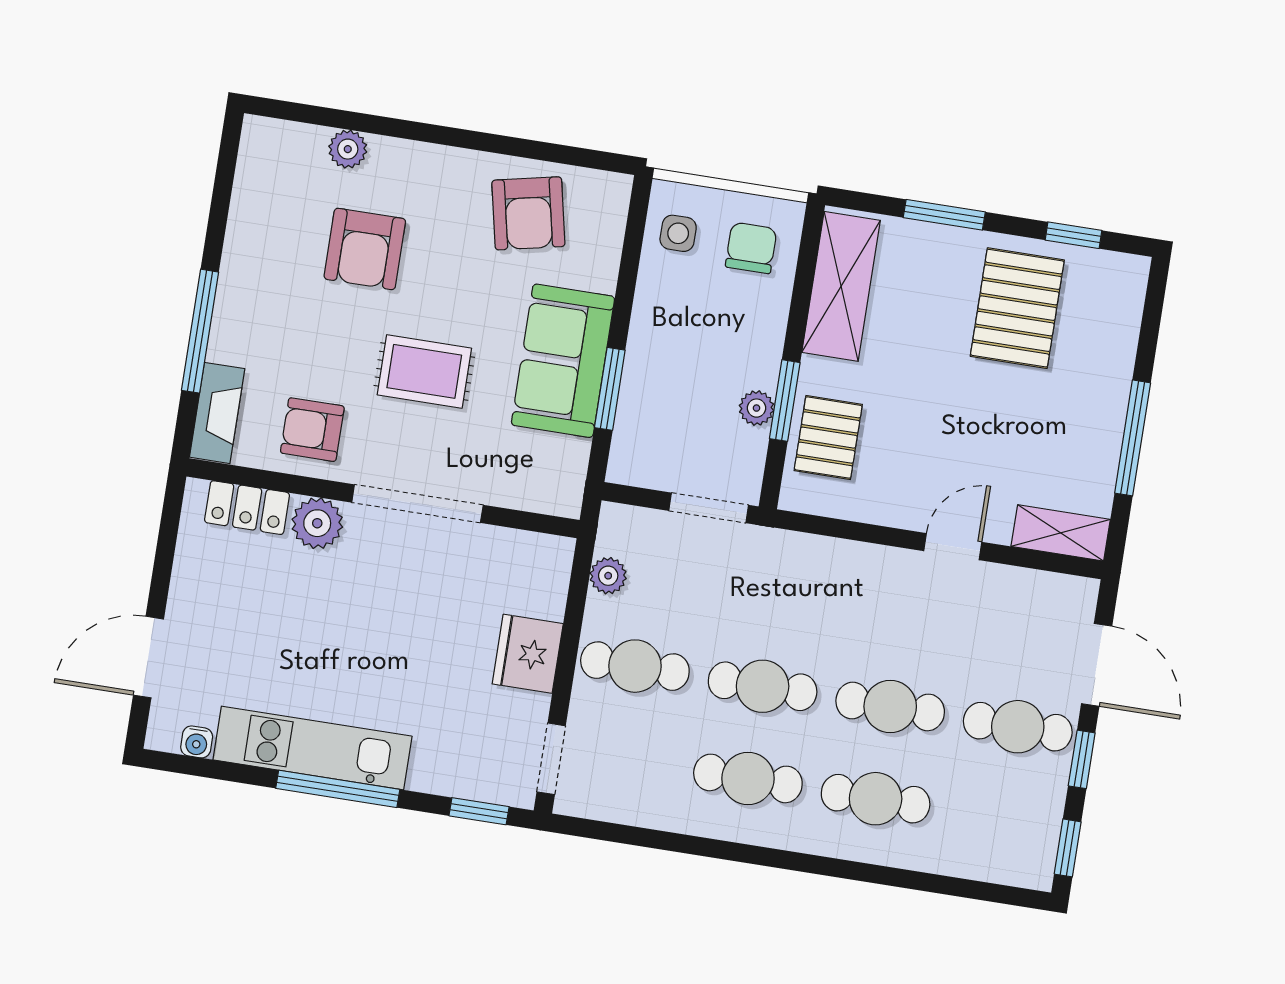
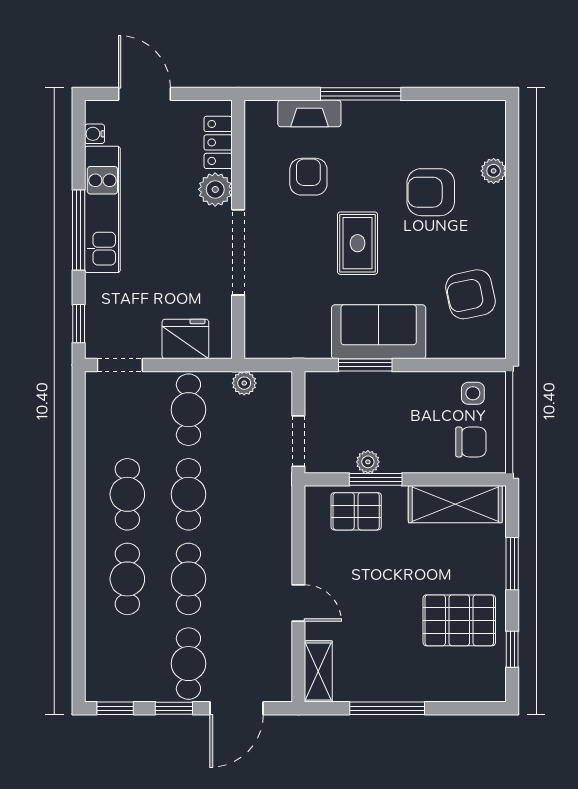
wall: (383, 498) -> (238, 229), moved
doorway: (417, 504) -> (238, 252), moved
locker: (247, 508) -> (218, 142), moved
plant: (317, 523) -> (215, 189), moved

